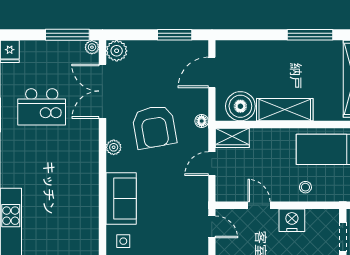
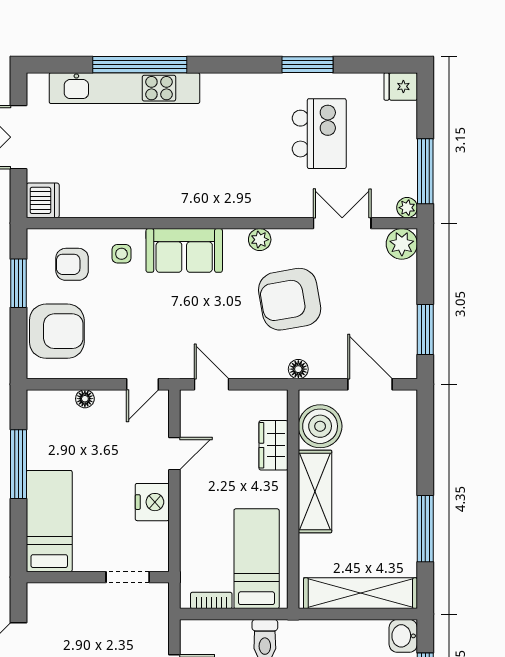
double door: (103, 91) -> (342, 223), width x0.73
kitchen island: (42, 107) -> (319, 134), turned 180
wardrobe: (232, 138) -> (273, 445), moved
door: (212, 164) -> (211, 384), moved
stool: (305, 187) -> (201, 522), removed

